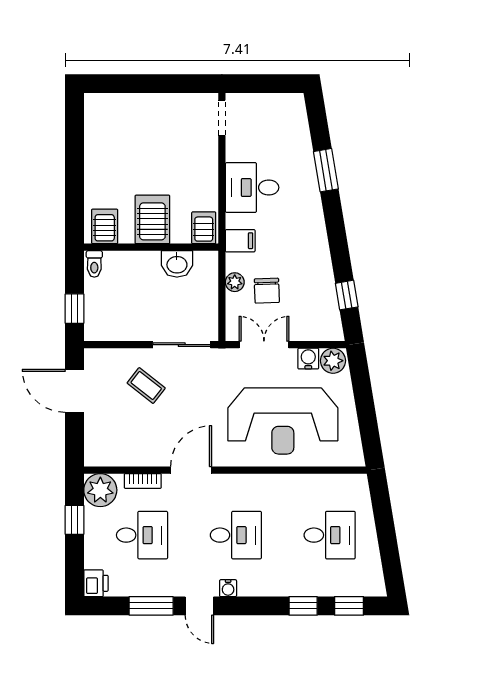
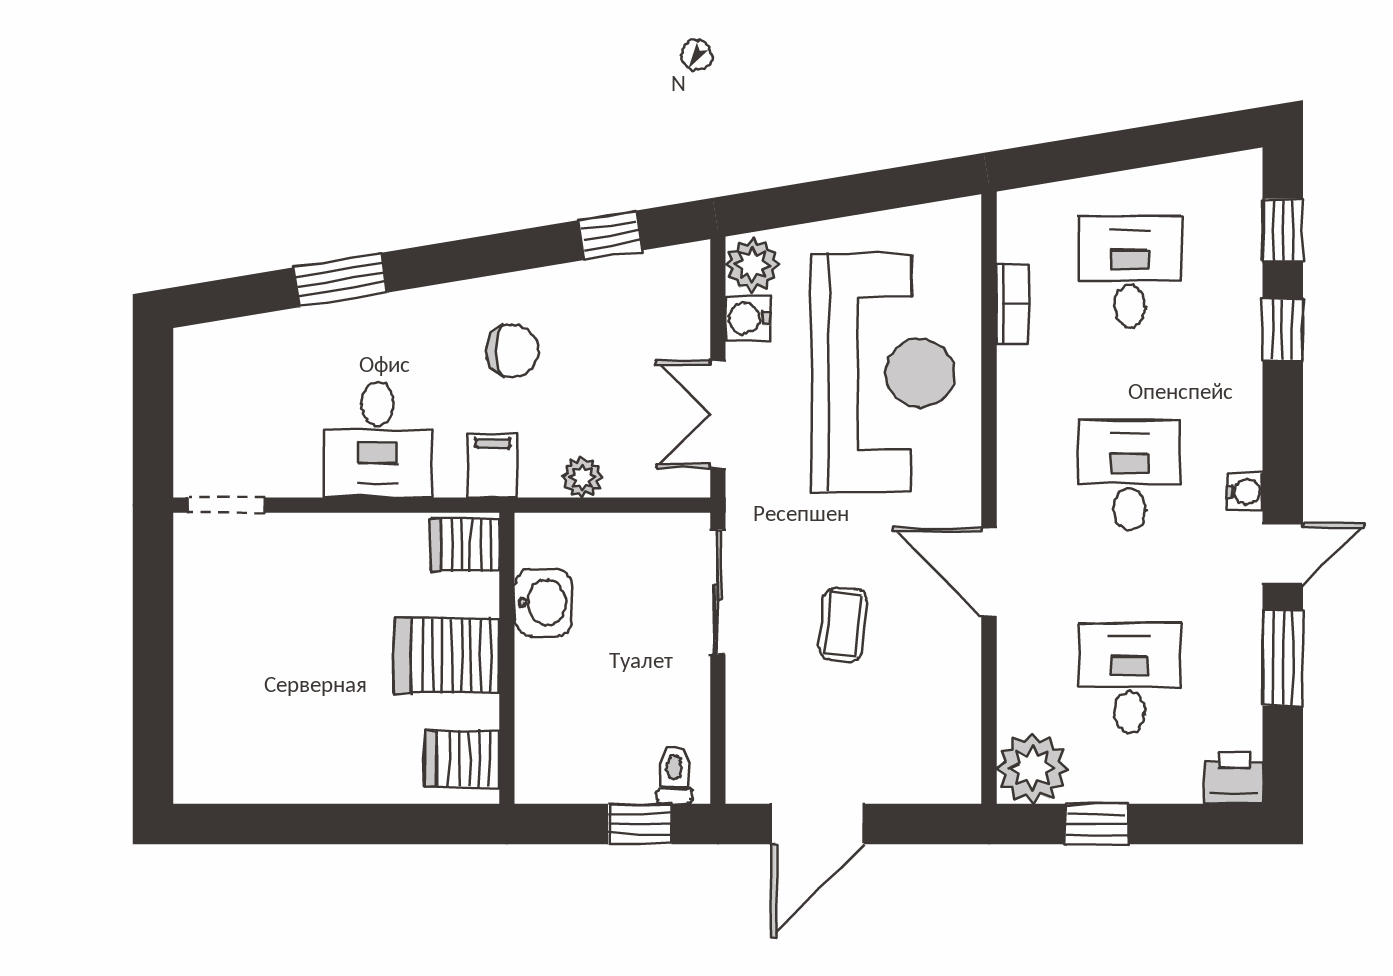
toilet: (94, 264) -> (674, 775), moved, turned -90
chair: (267, 291) -> (512, 351), moved
coffee table: (146, 386) -> (843, 624), moved, turned -32
bookcase: (143, 481) -> (1013, 304), moved

